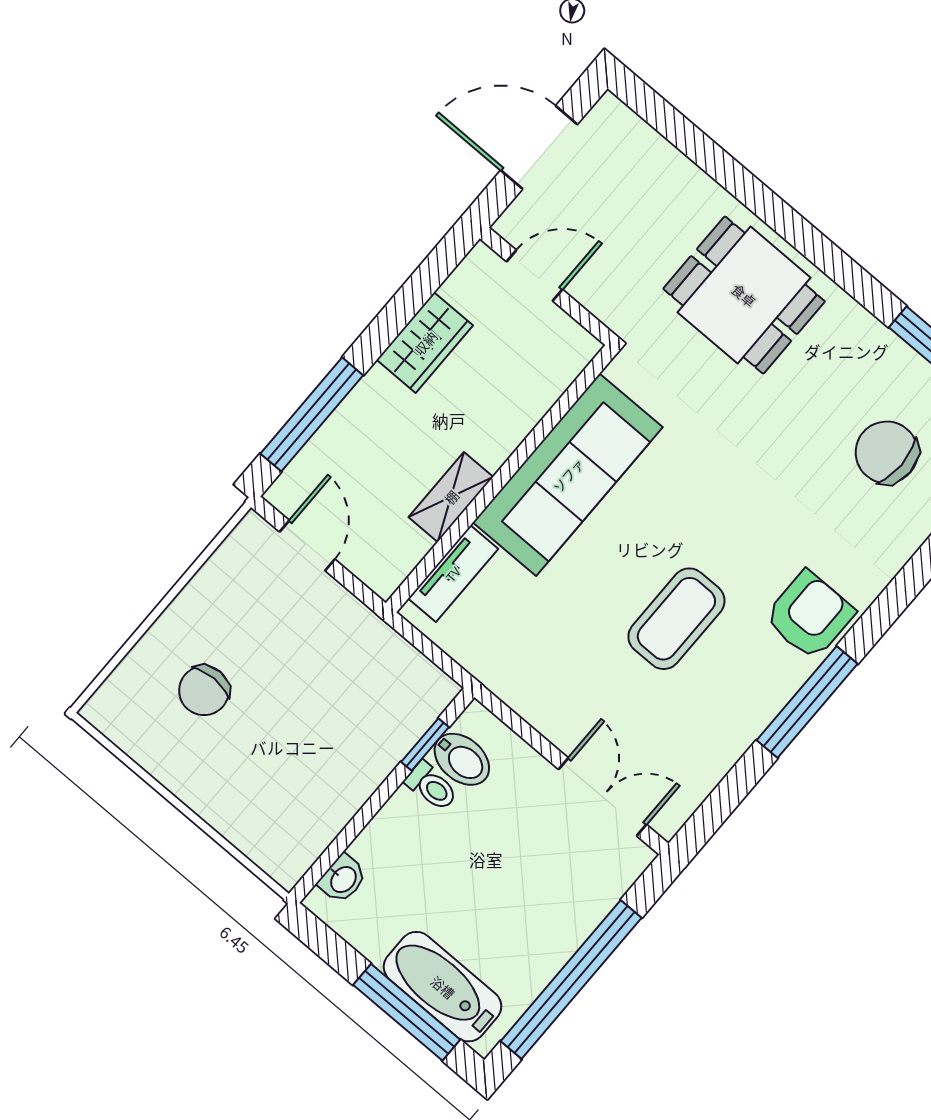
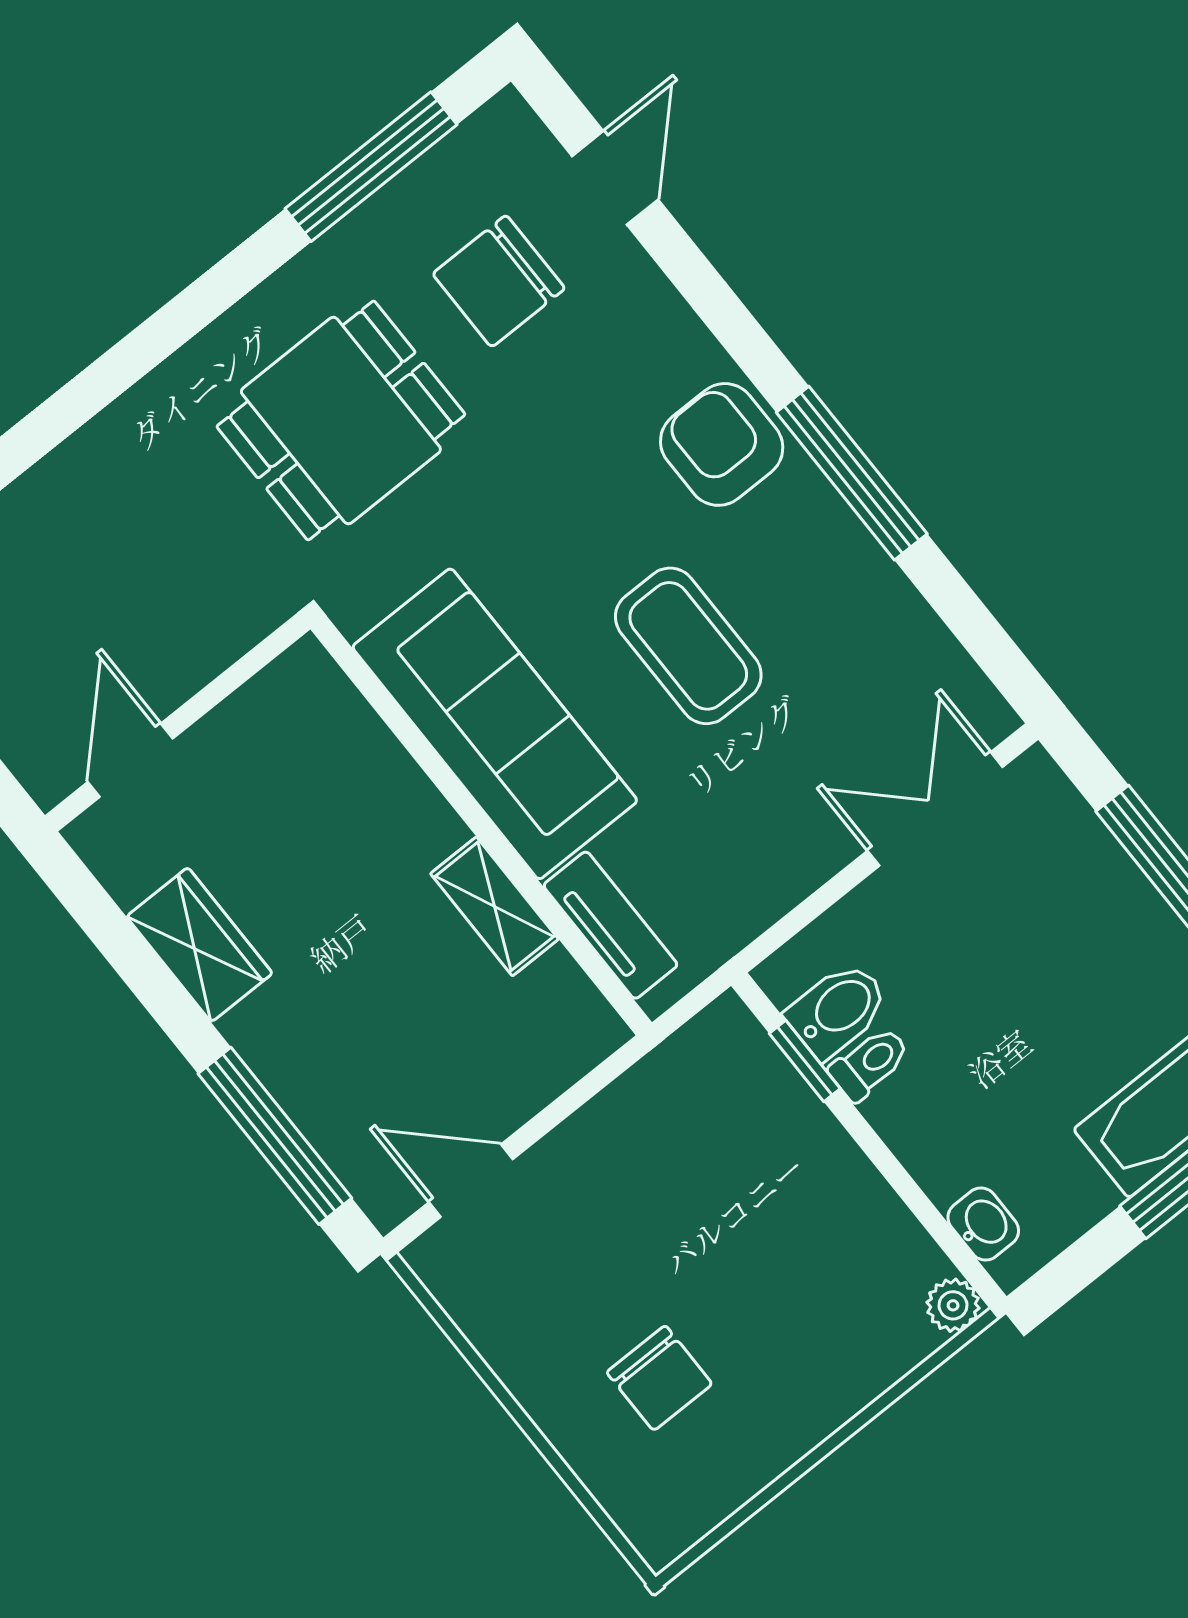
dining table: (744, 295) -> (341, 420), moved
sofa: (568, 475) -> (495, 724), moved
wall: (501, 479) -> (481, 826), moved
shelving: (451, 497) -> (494, 906), moved
tv unit: (453, 574) -> (610, 925), moved
plant: (287, 870) -> (953, 1305), added

